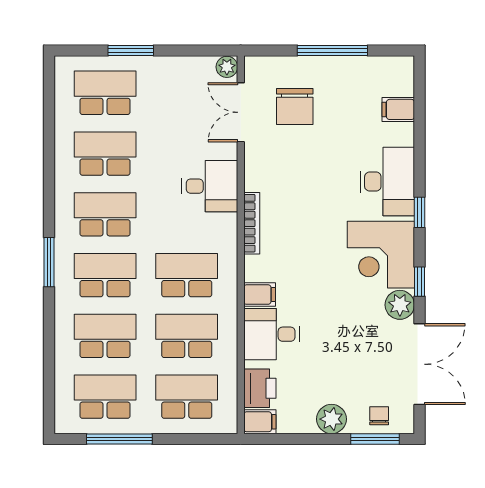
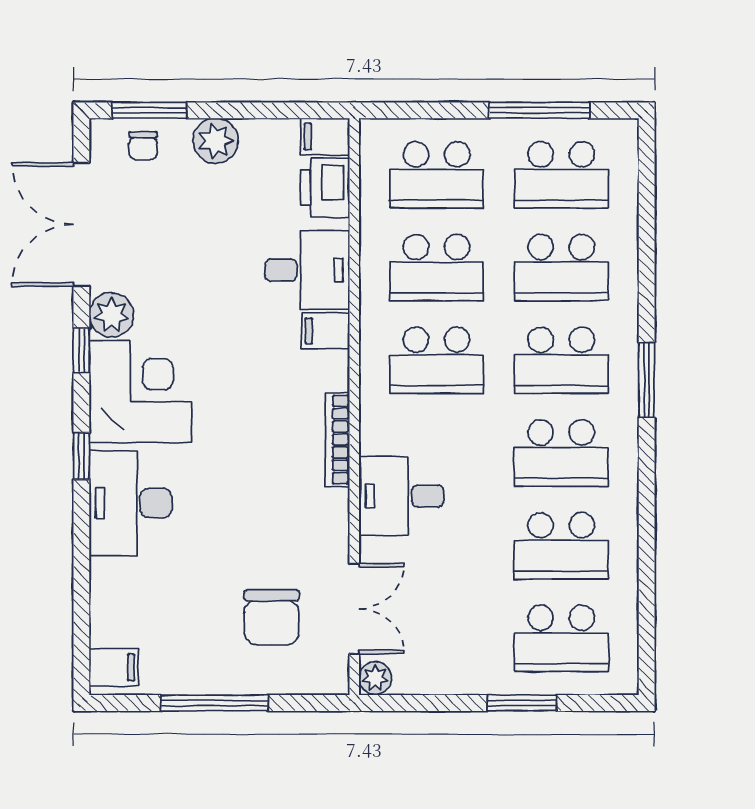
chair: (295, 107) -> (272, 617), turned 180
filing cabinet: (398, 109) -> (114, 667), moved

